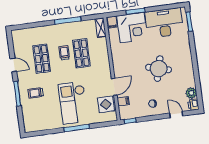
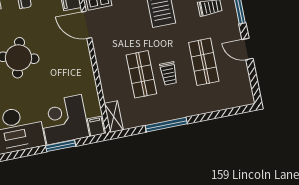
door: (114, 87) -> (87, 25), hinge flipped

